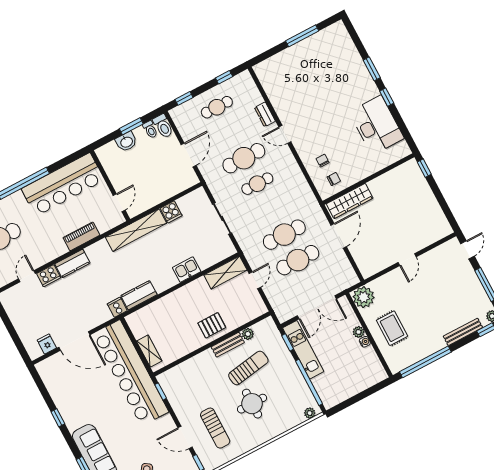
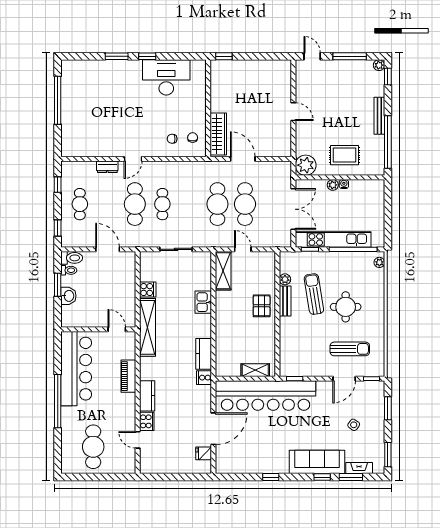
window: (302, 36) -> (58, 100), width x1.46
bench: (463, 332) -> (379, 116), moved
kitchen unit: (303, 350) -> (333, 240), width x1.36

